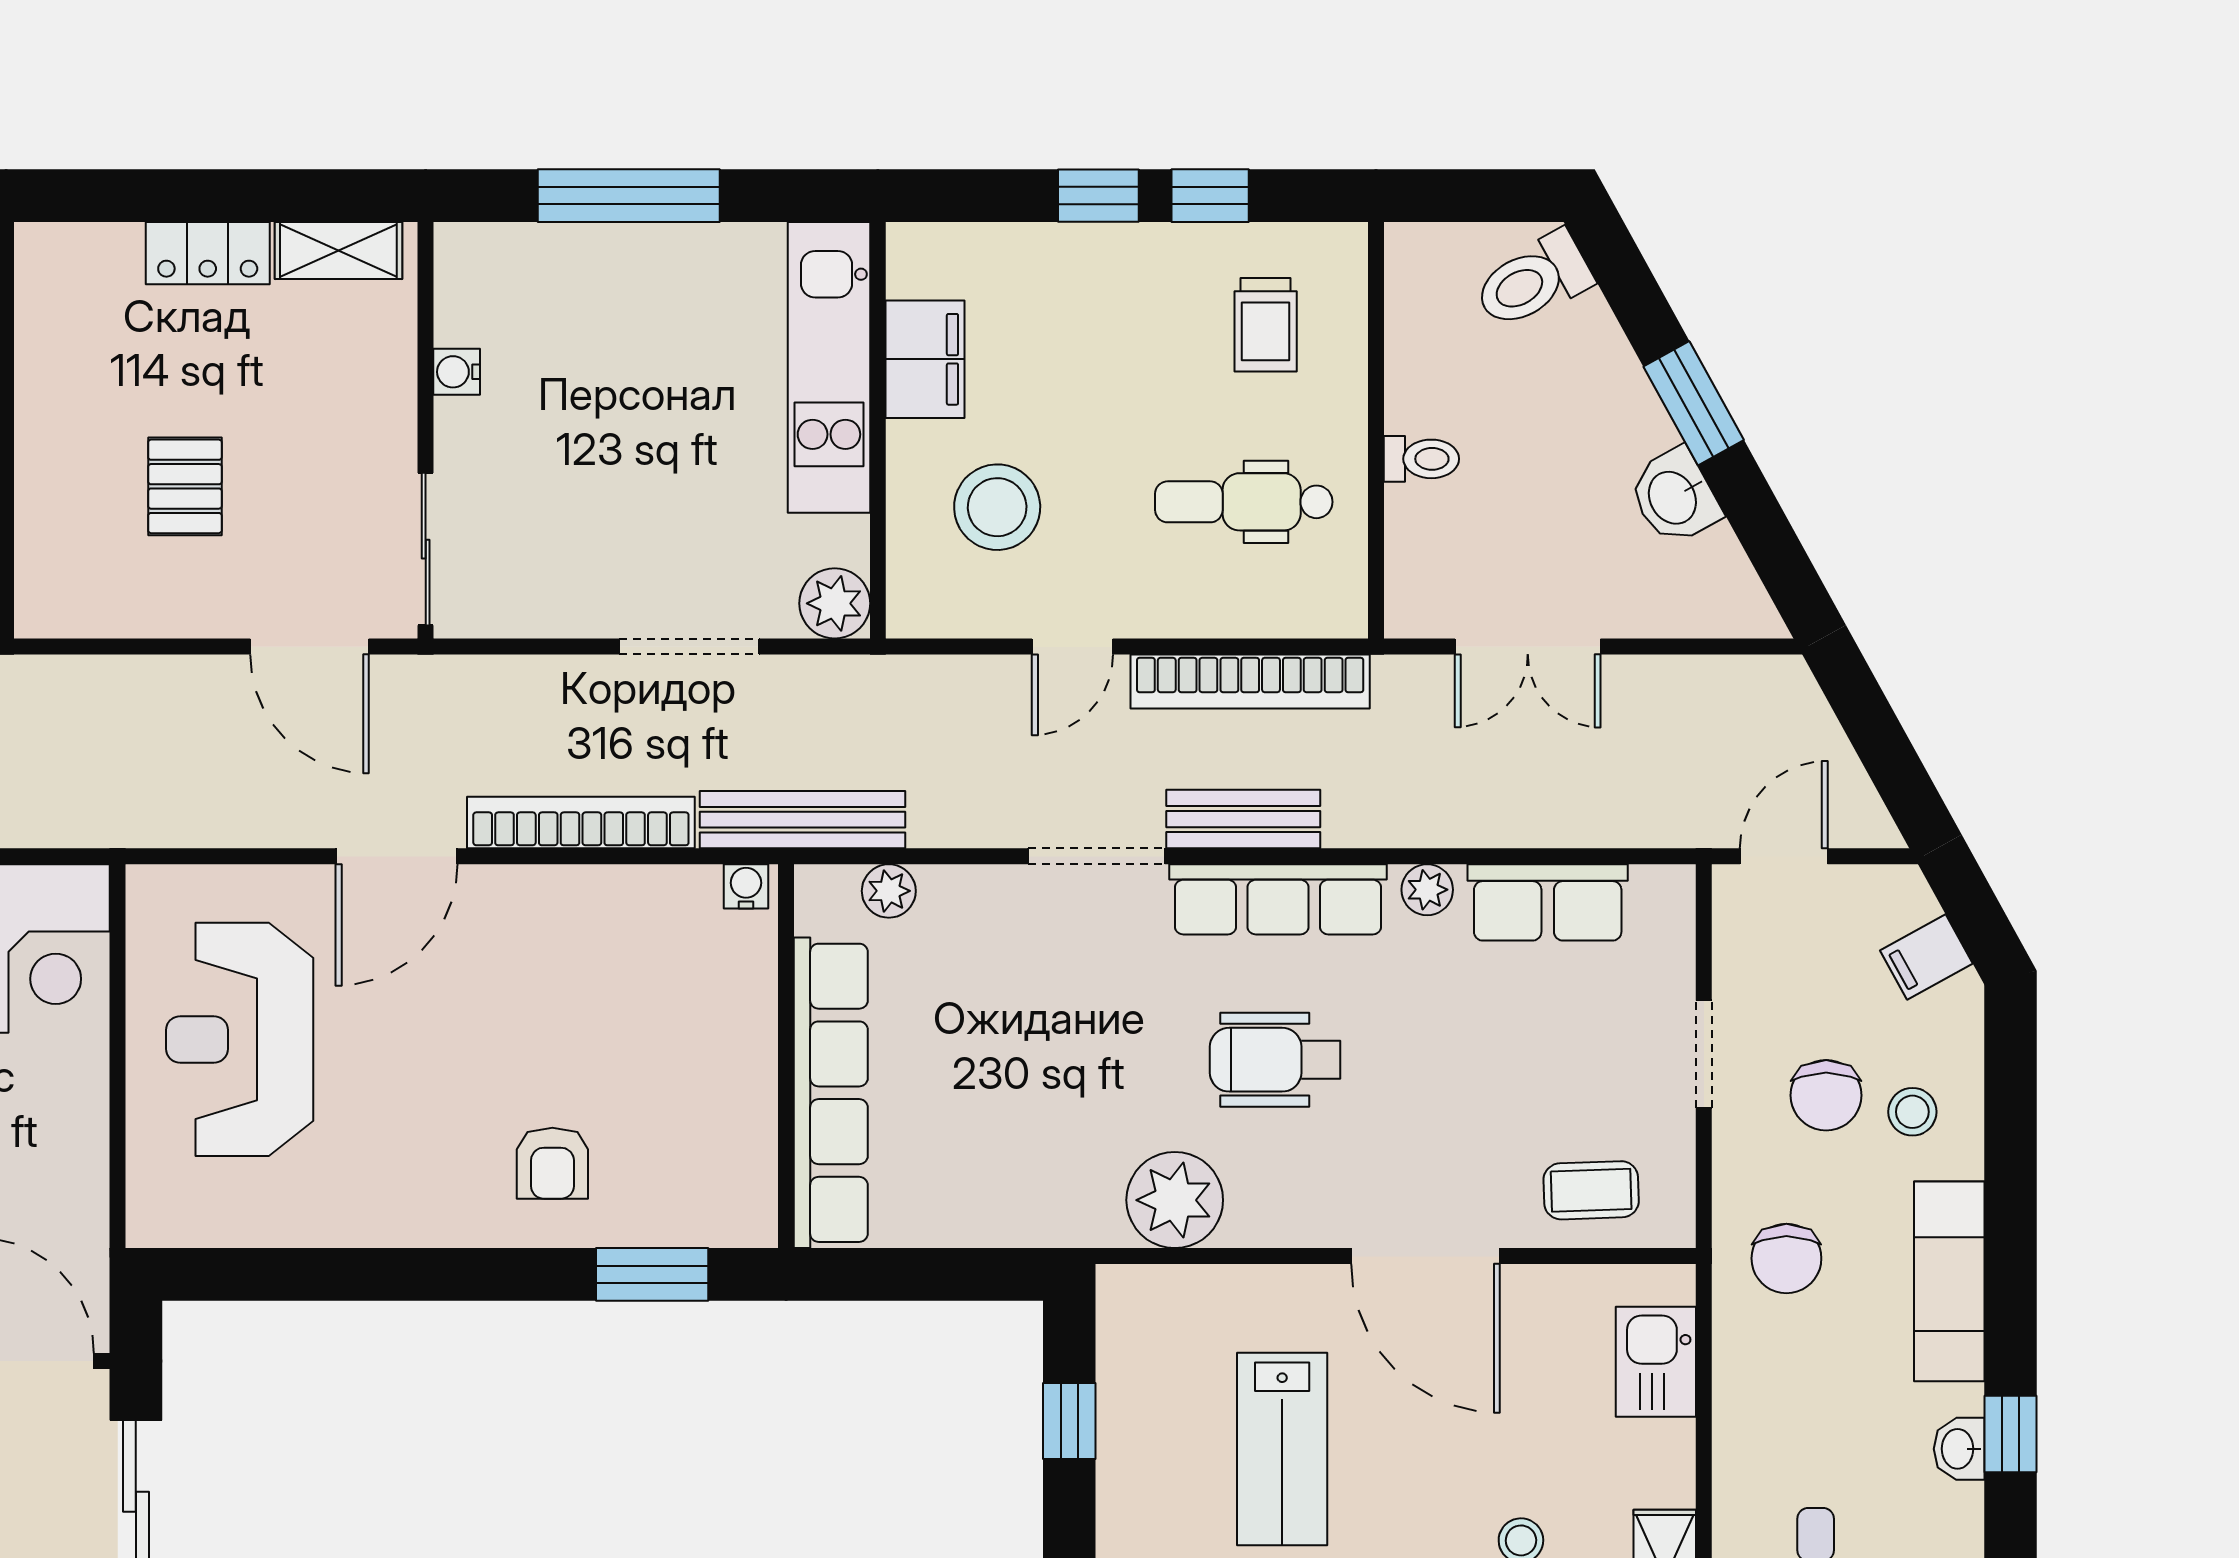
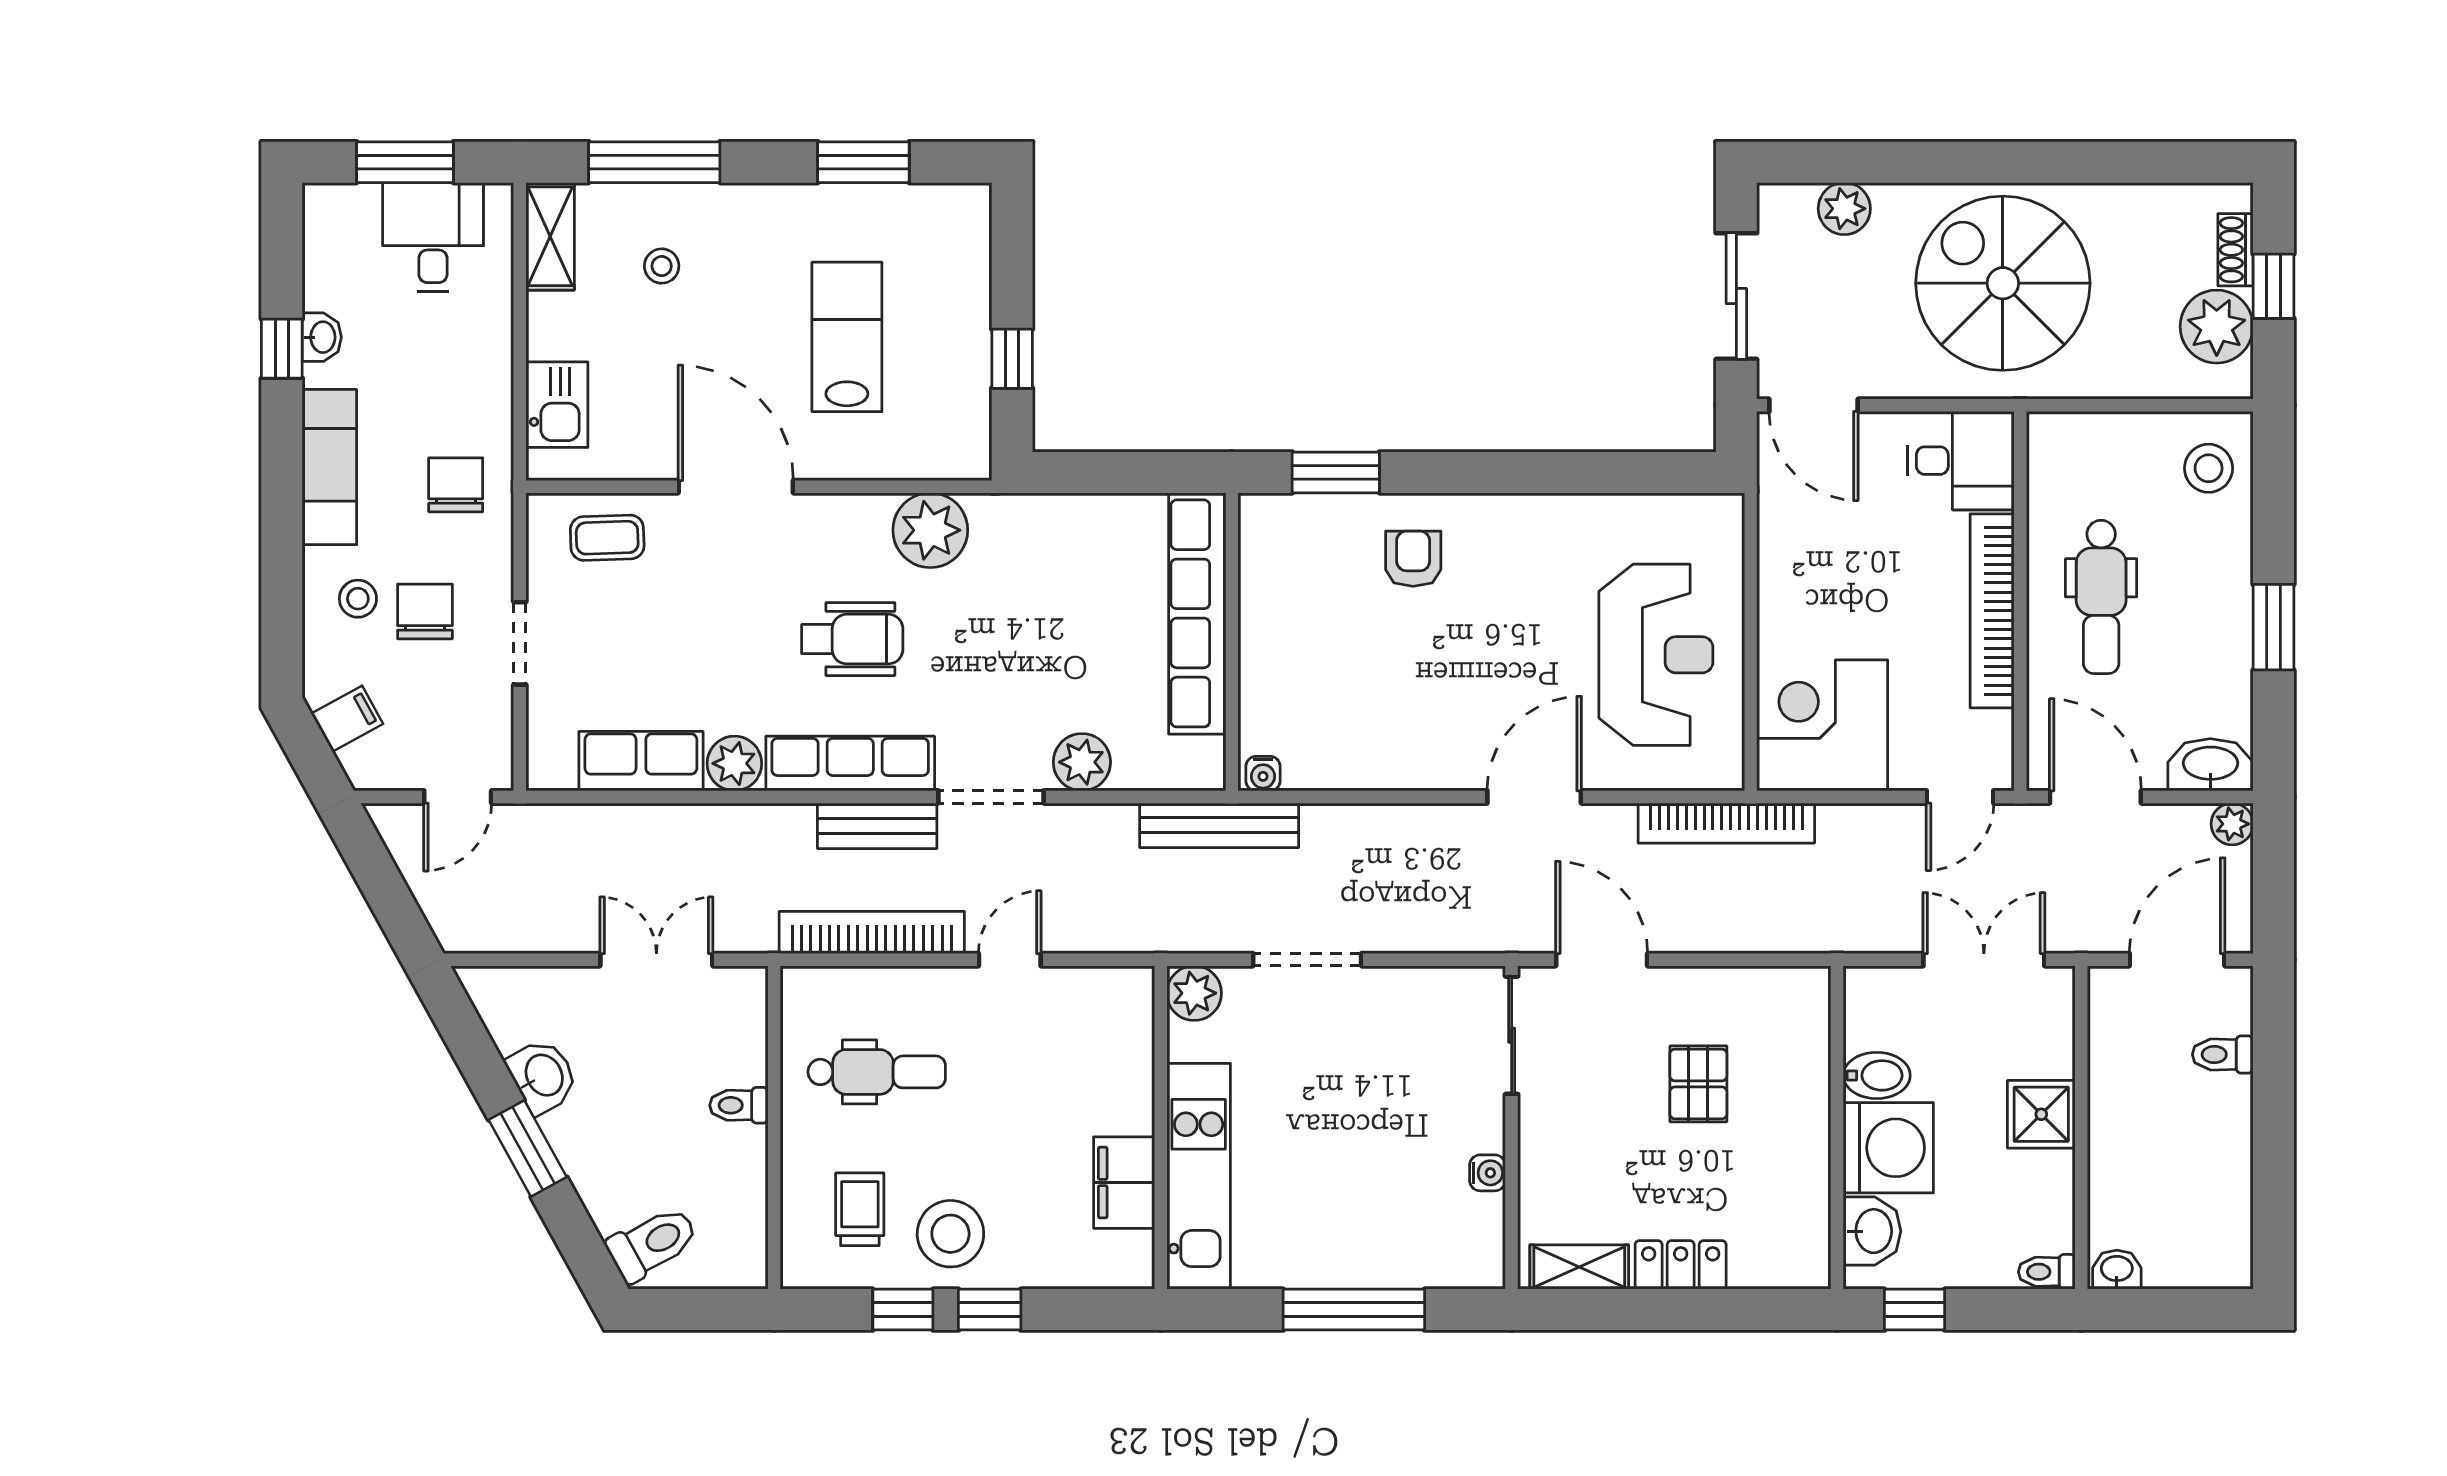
stool: (997, 507) -> (950, 1234), moved
bookcase: (581, 823) -> (1726, 823), moved
plant: (1427, 890) -> (734, 763), width x1.38, depth x1.38
plant: (889, 891) -> (1082, 762), moved, width x1.38, depth x1.38

